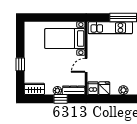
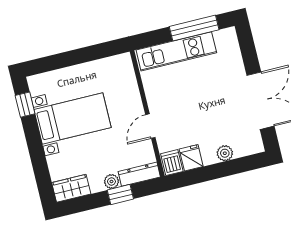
bed with nightstands: (65, 39) -> (73, 118), moved, turned 180
window: (20, 64) -> (25, 105), moved

